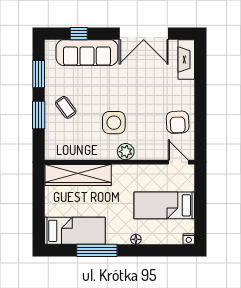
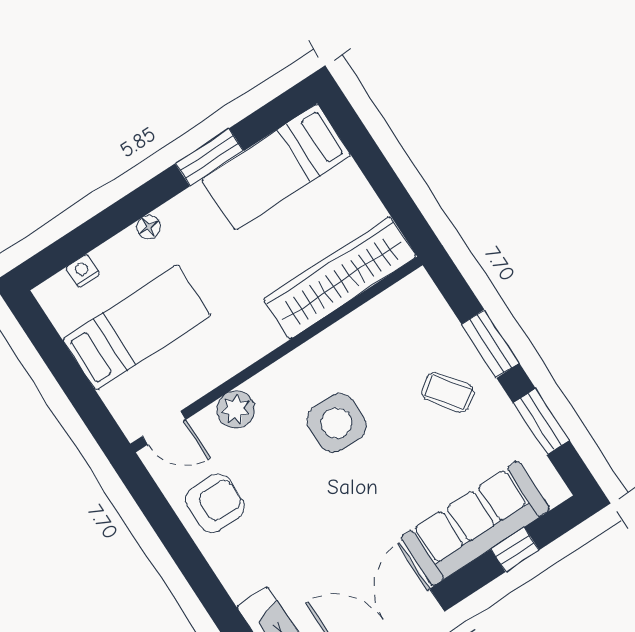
armchair: (178, 122) -> (215, 503), turned 93
plant: (126, 152) -> (236, 410), moved
nightstand: (189, 239) -> (83, 271), moved
window: (97, 250) -> (209, 157), width x0.69

